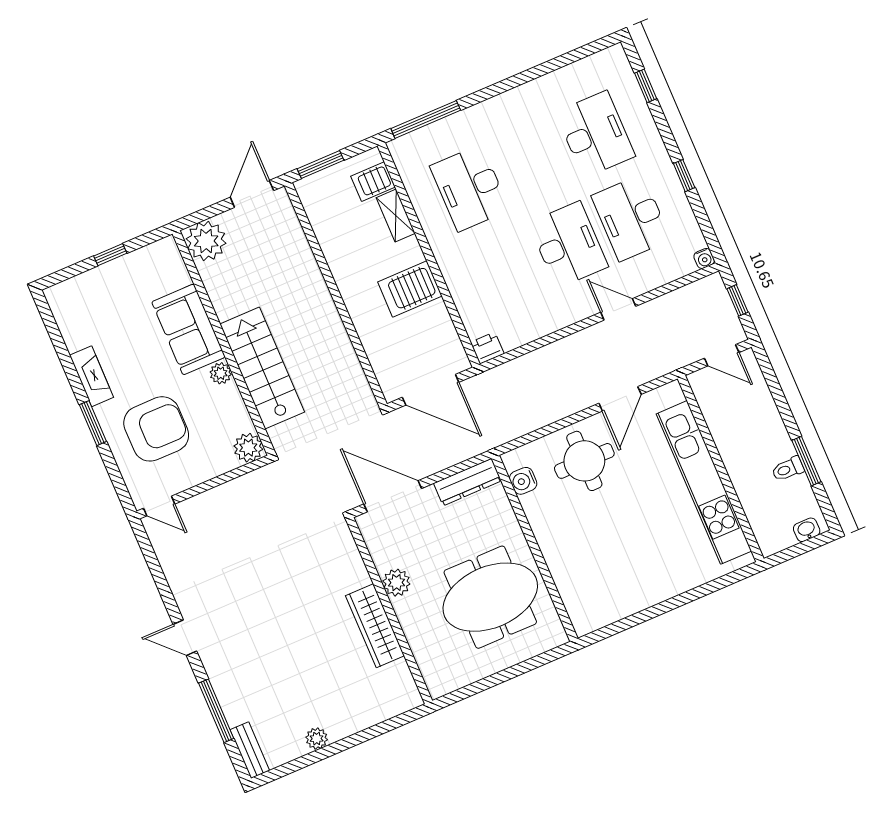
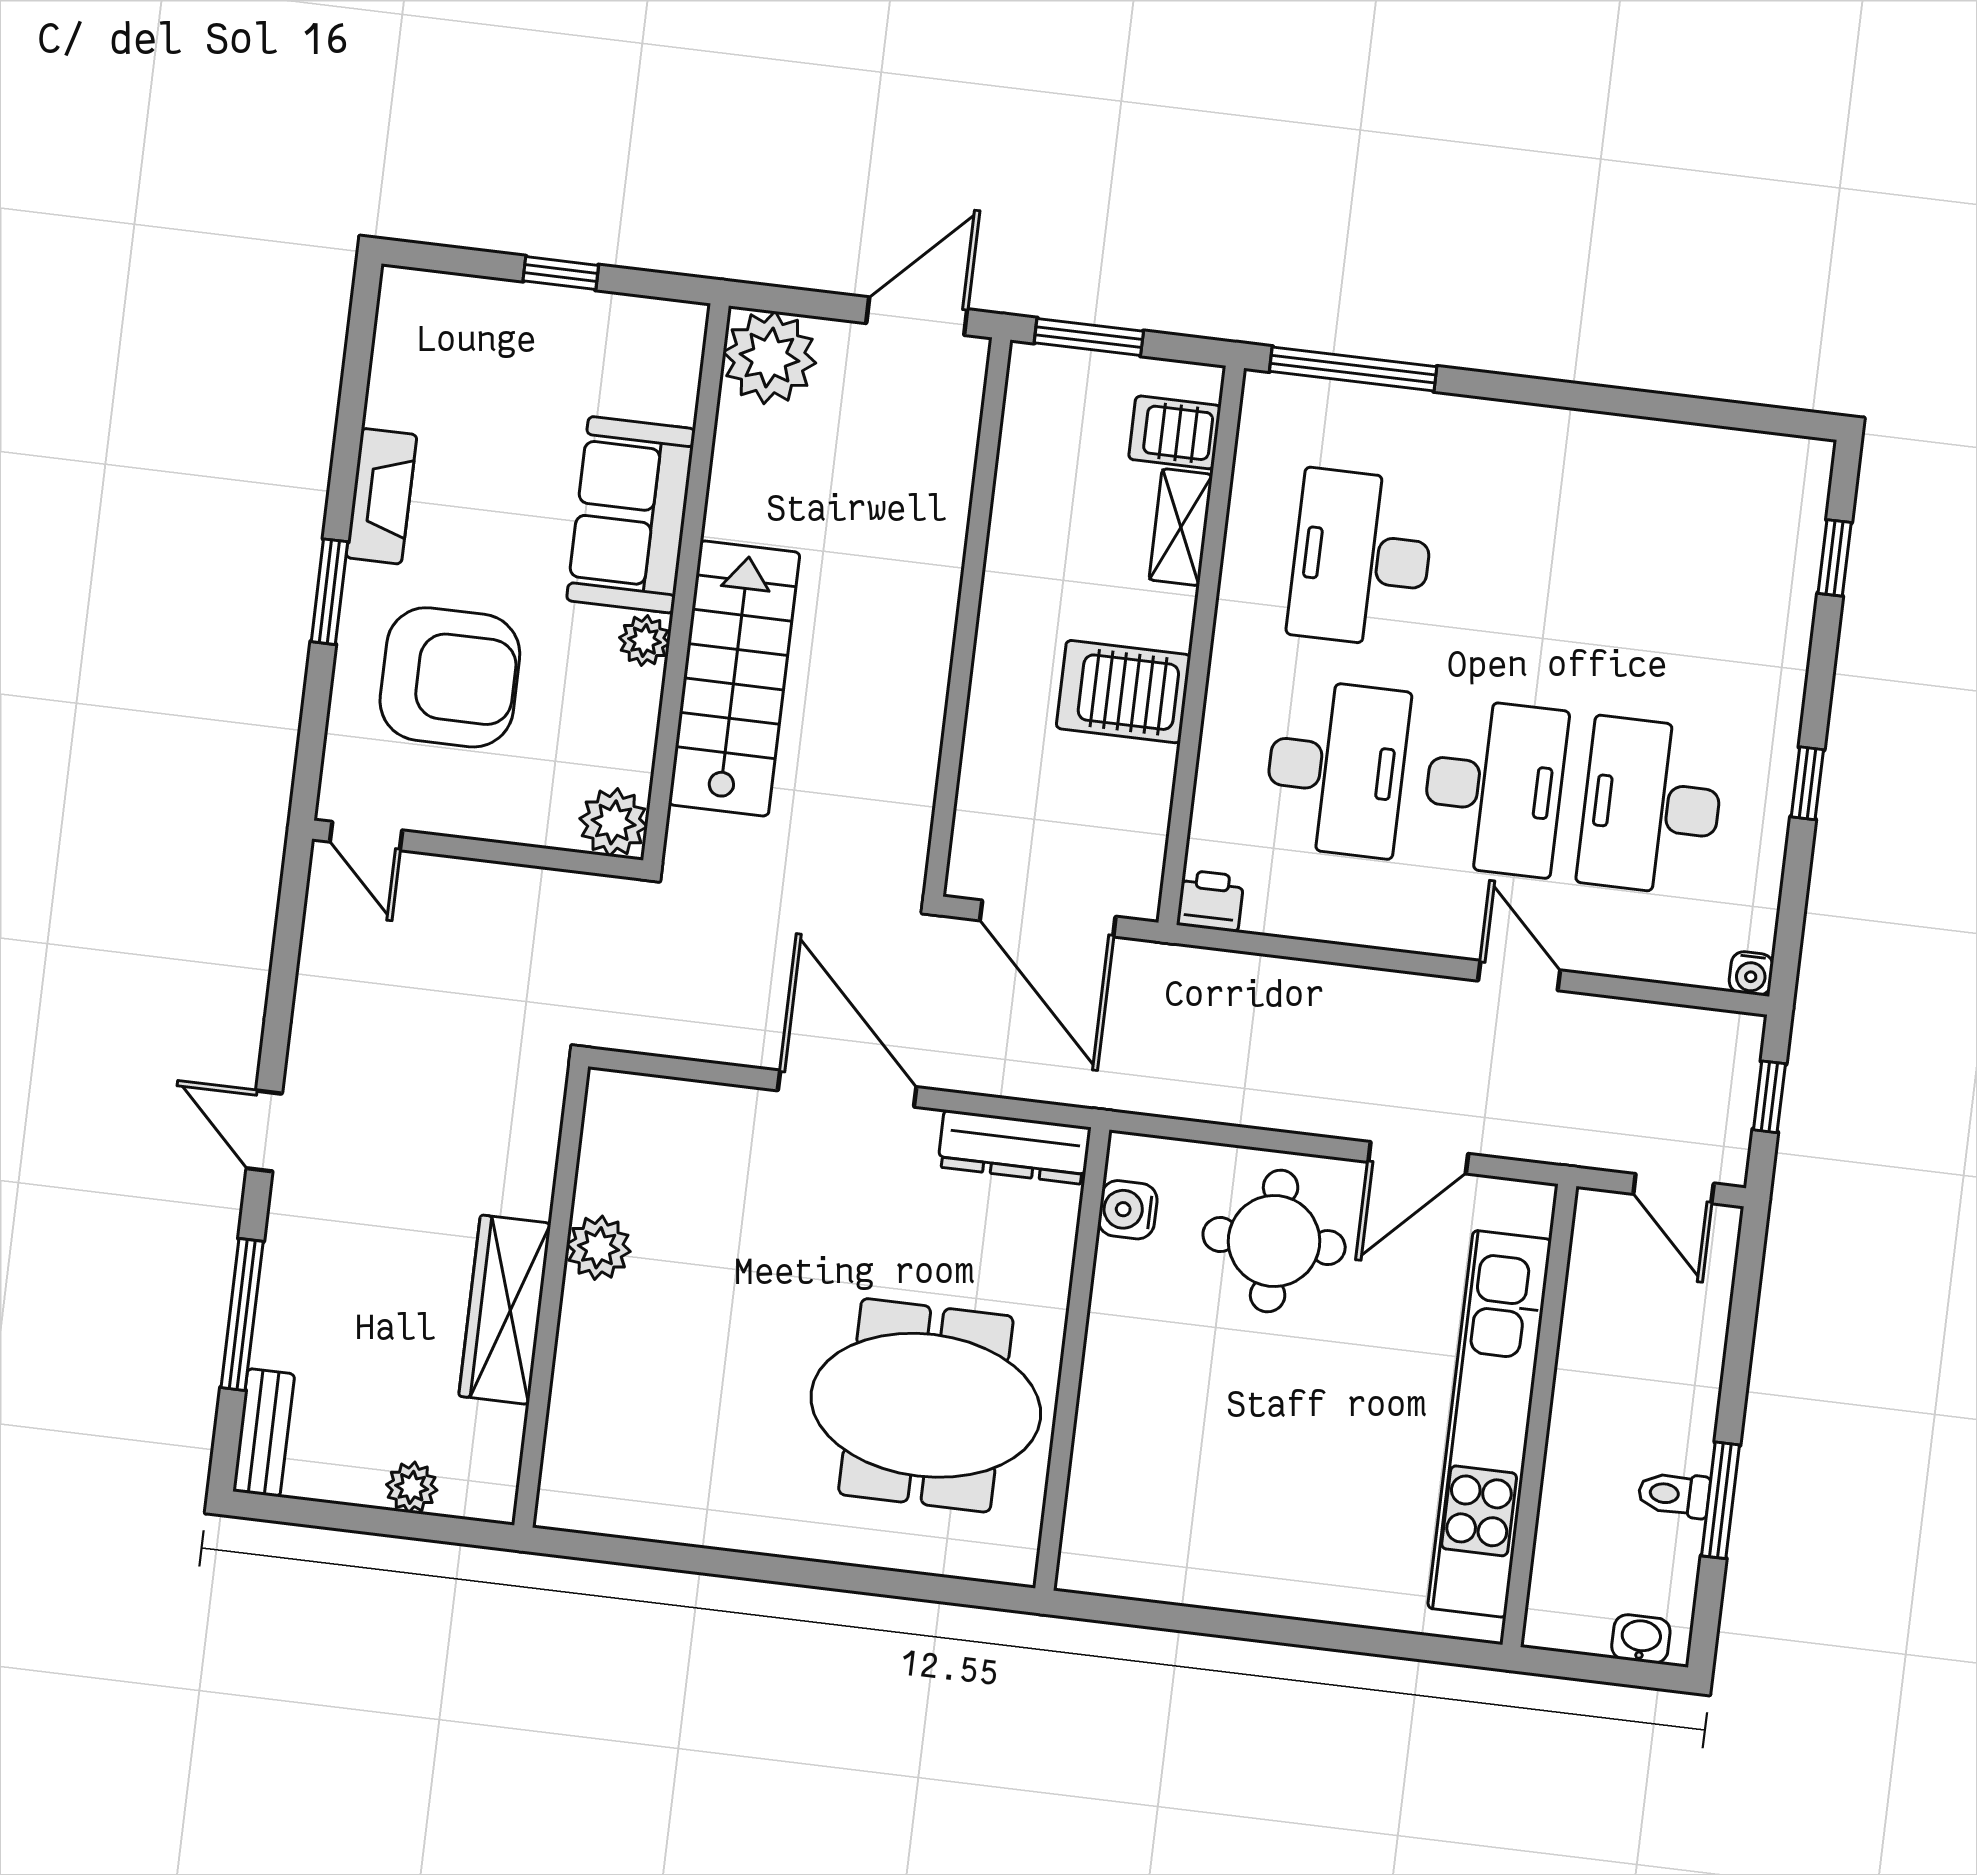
desk: (595, 134) -> (1336, 768), moved
plant: (396, 583) -> (599, 1248), moved
wall: (389, 611) -> (551, 1296), moved
wardrobe: (375, 626) -> (505, 1310), moved

